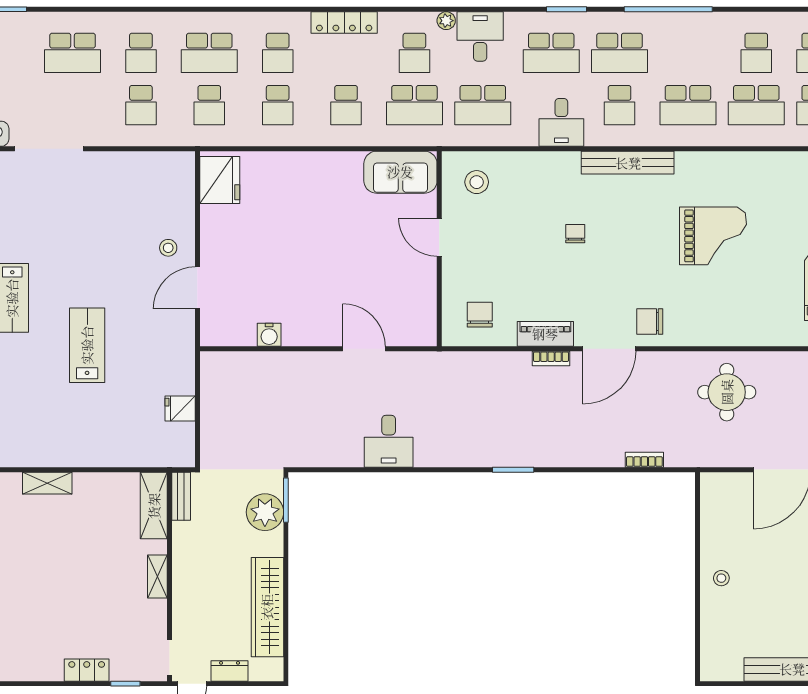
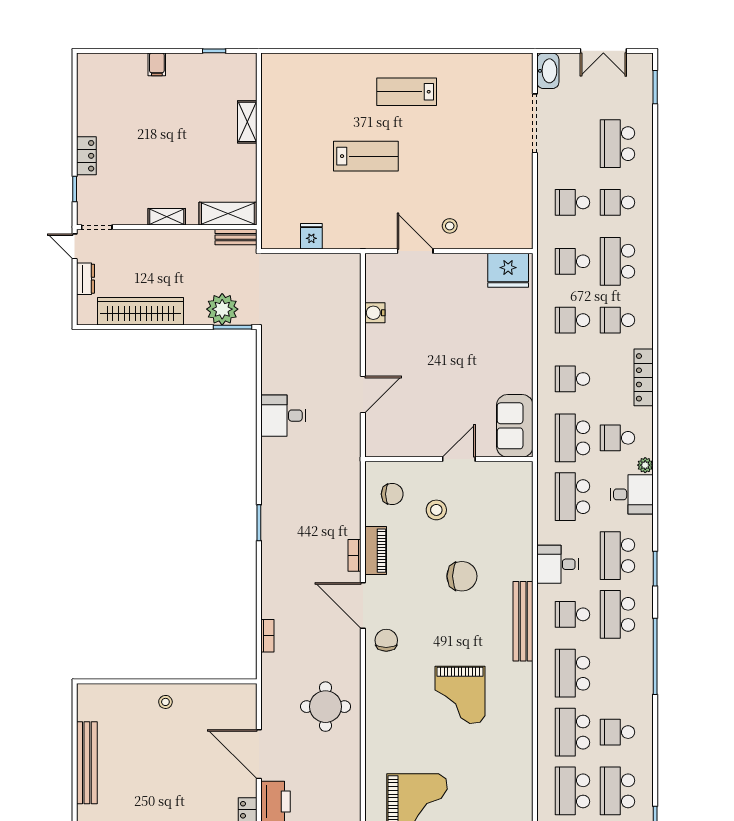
stool: (477, 182) -> (436, 510), moved
chair: (575, 234) -> (462, 576), width x1.87, depth x1.87

